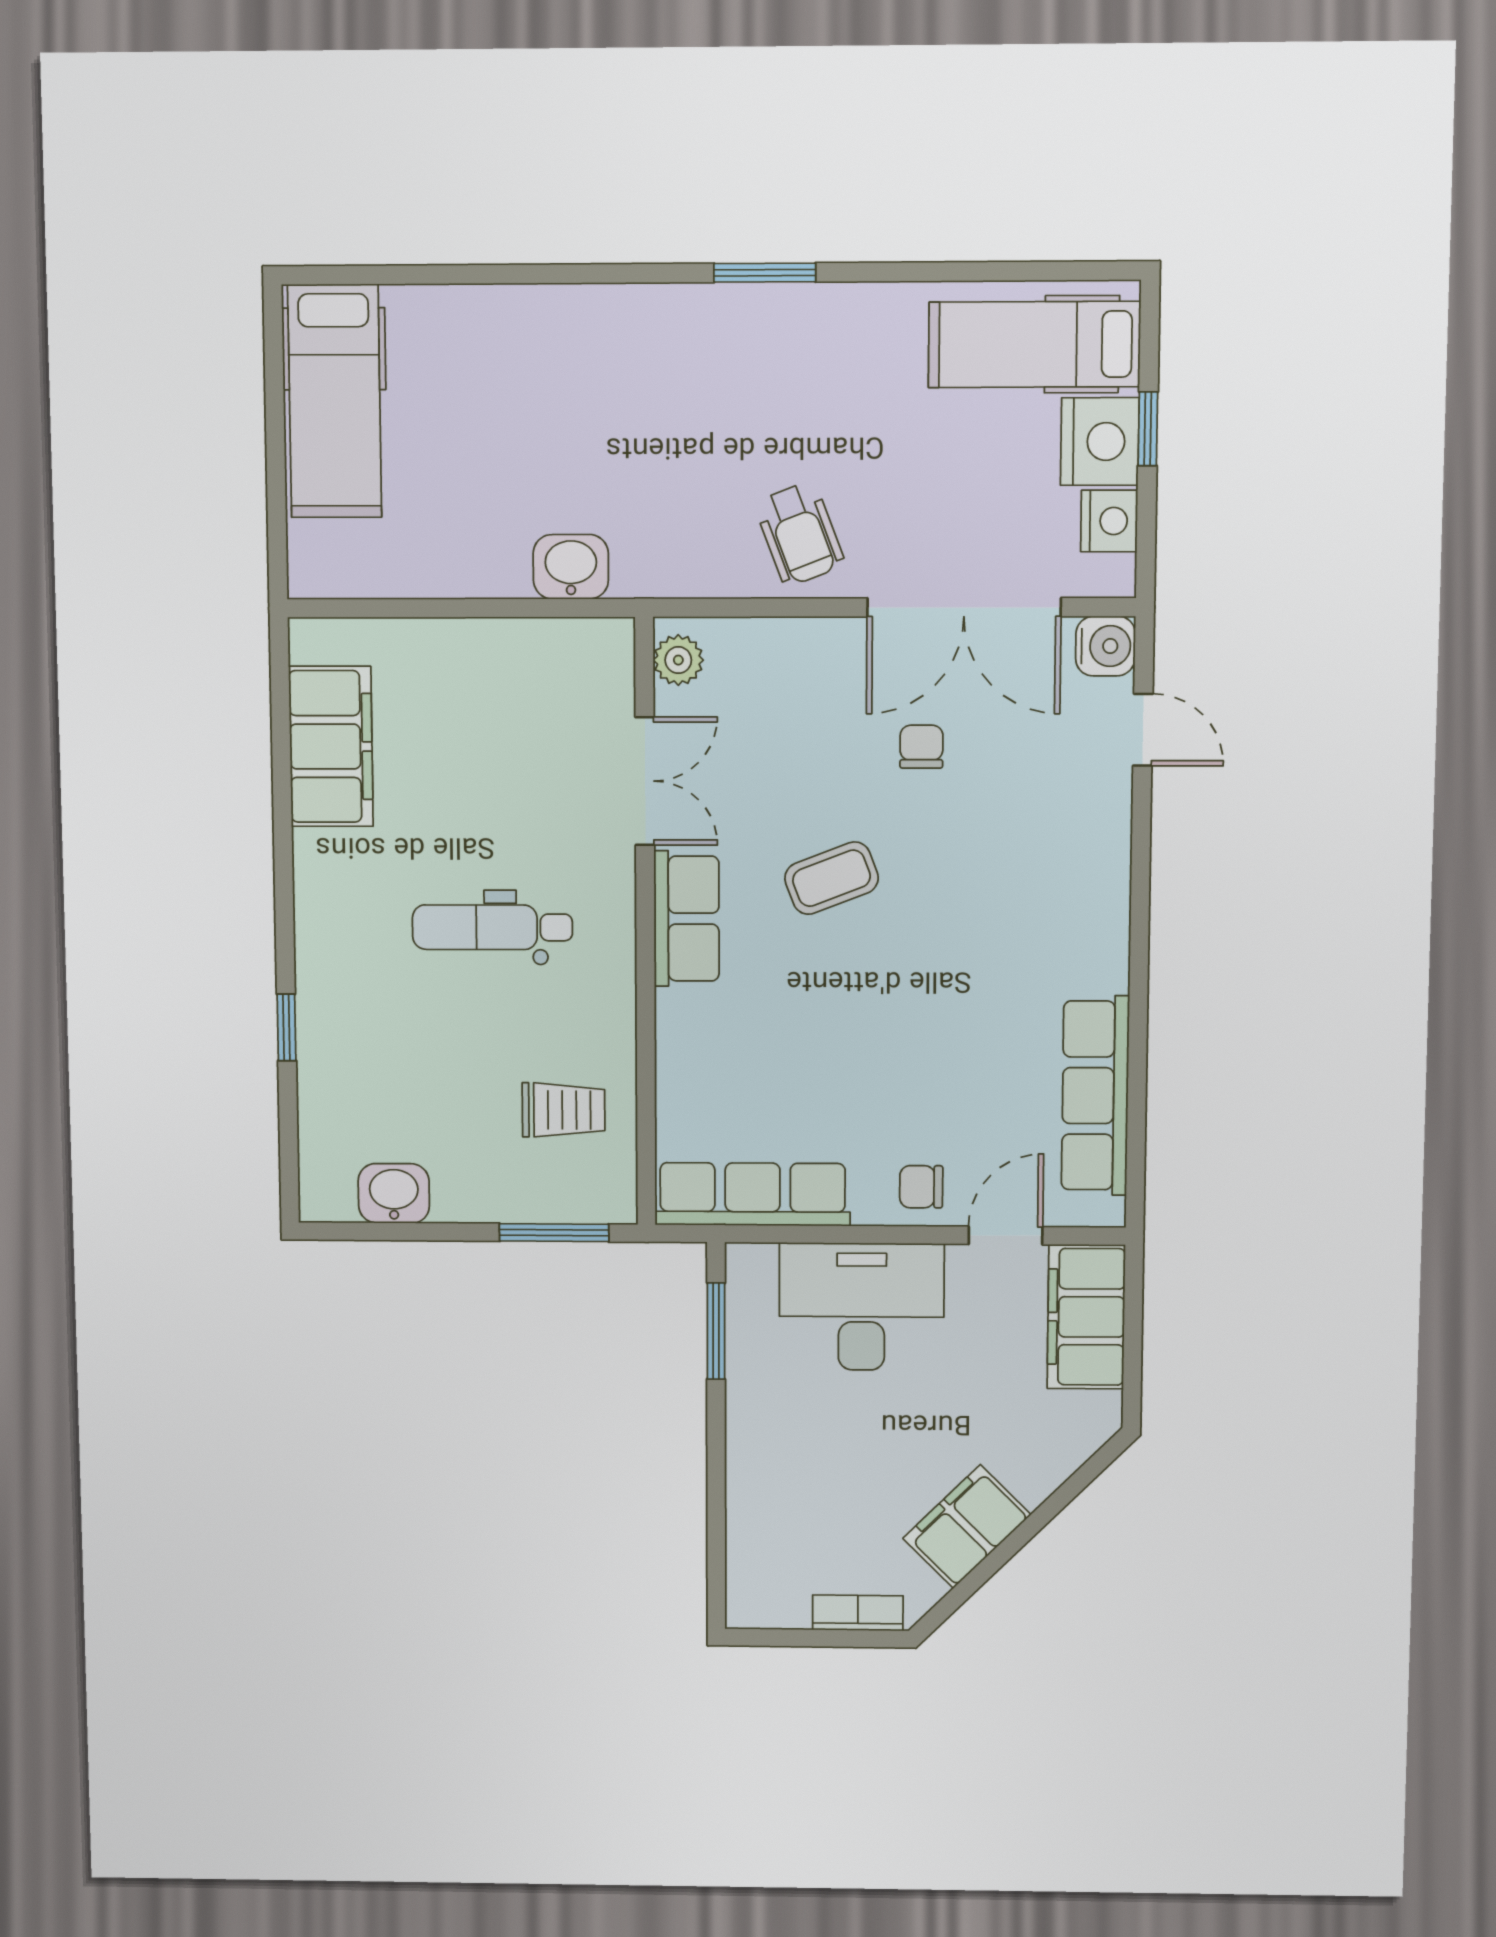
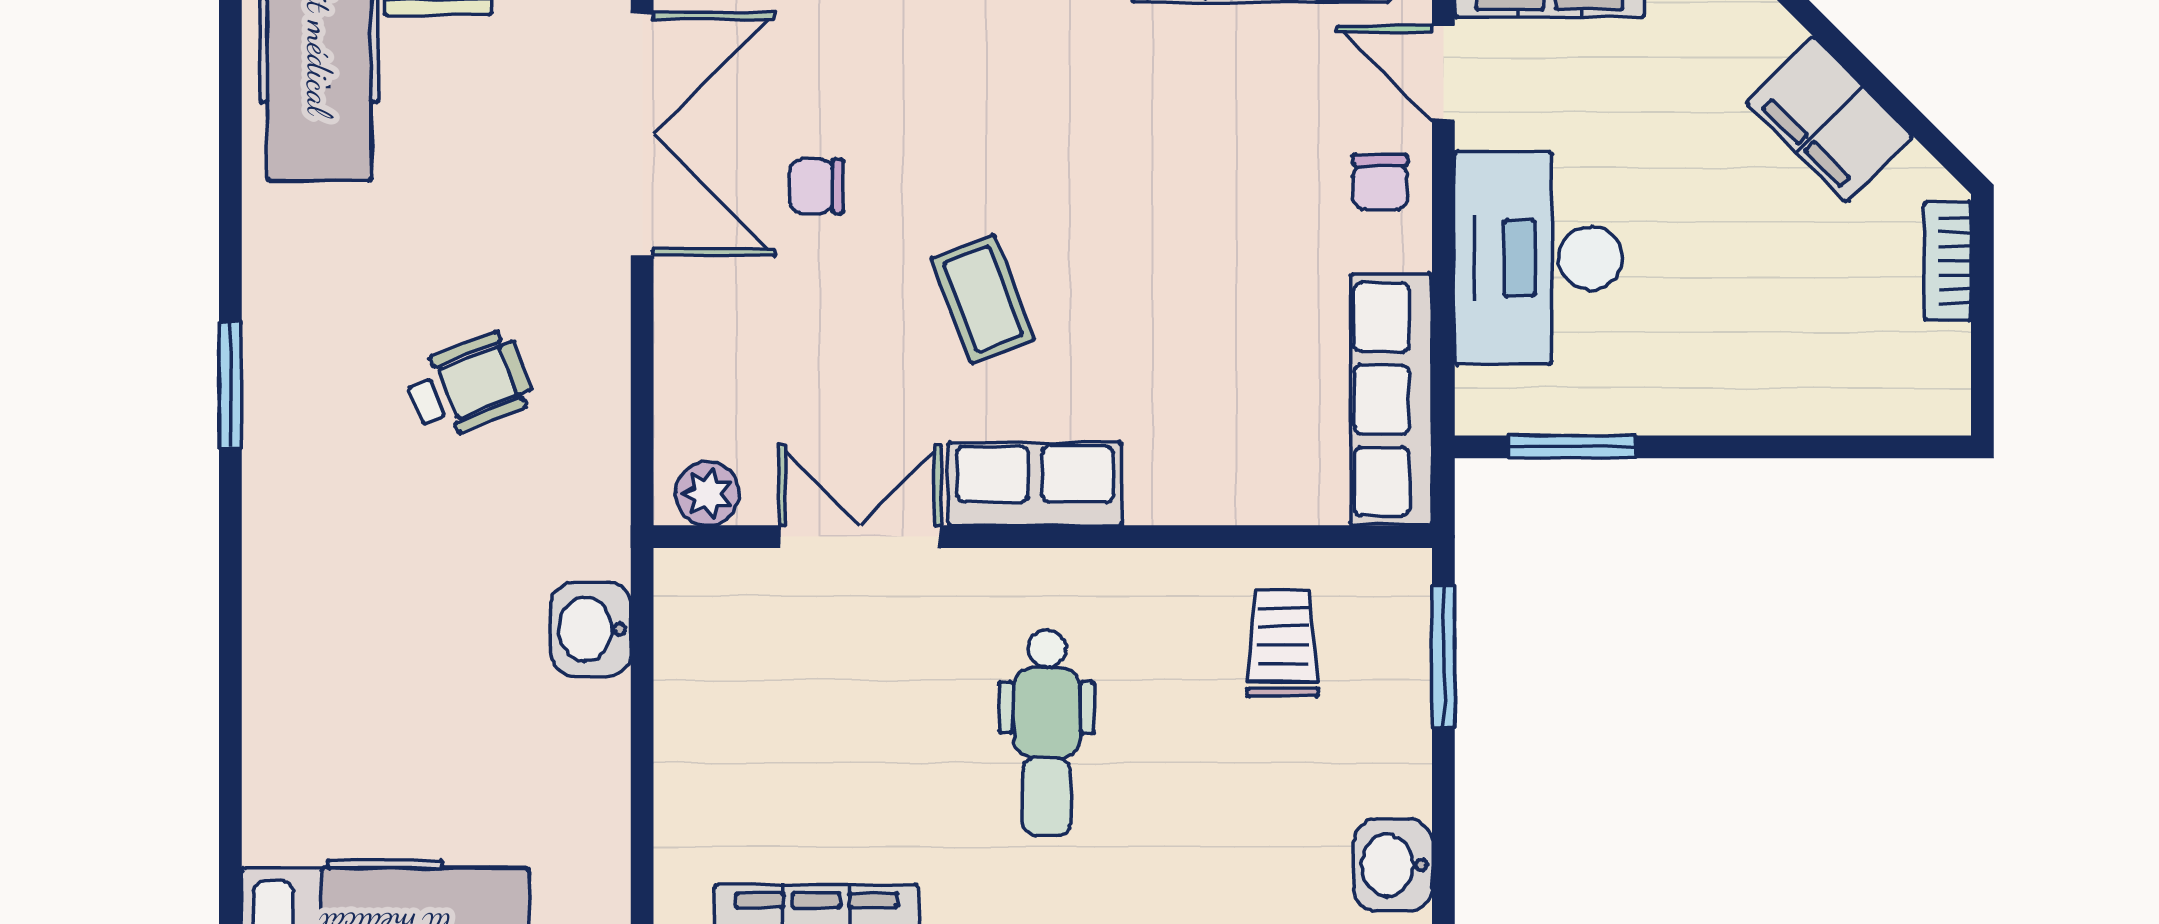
wheelchair: (799, 534) -> (469, 385), moved

